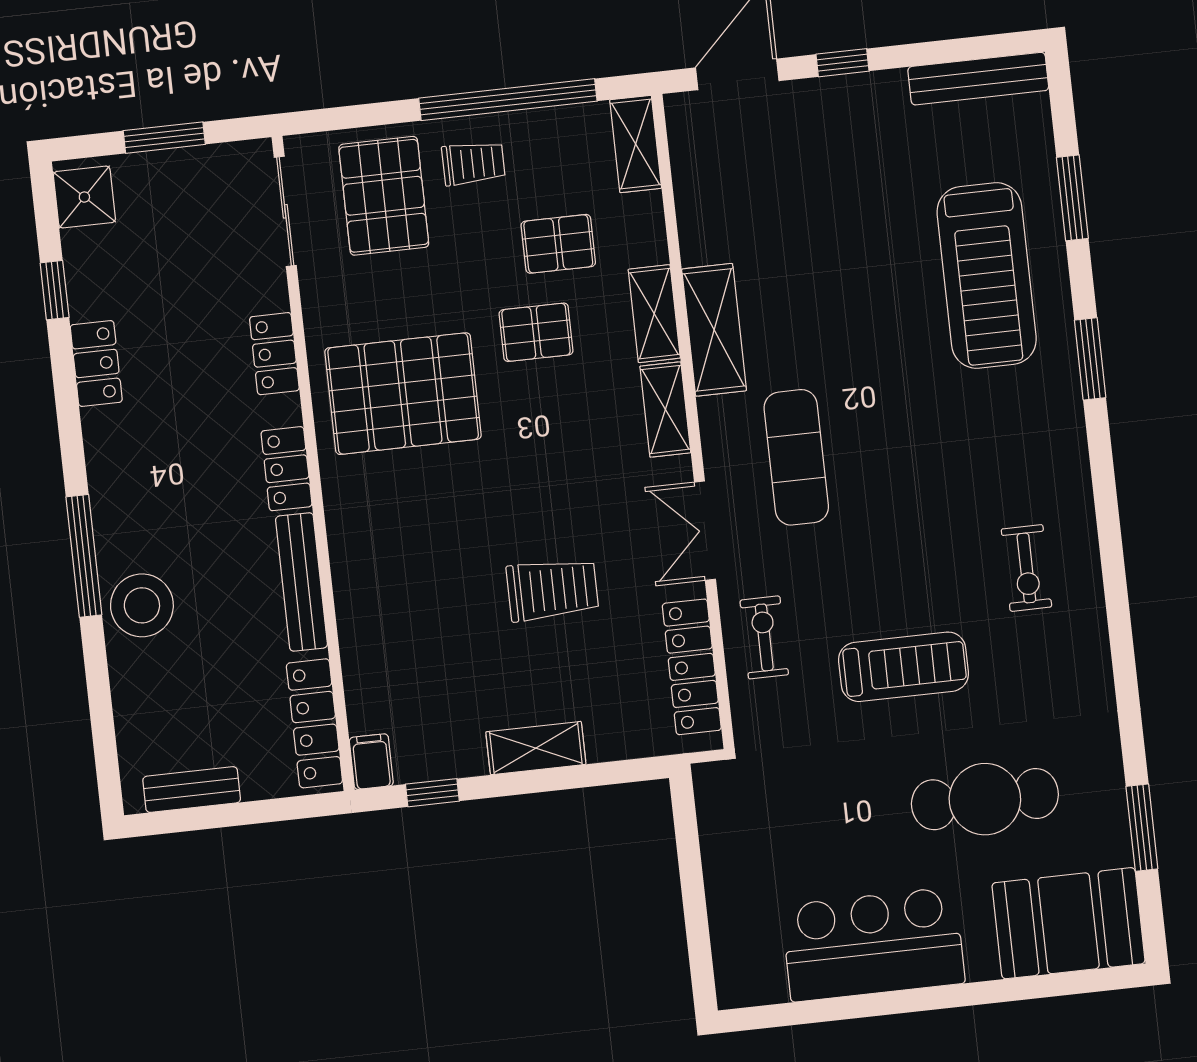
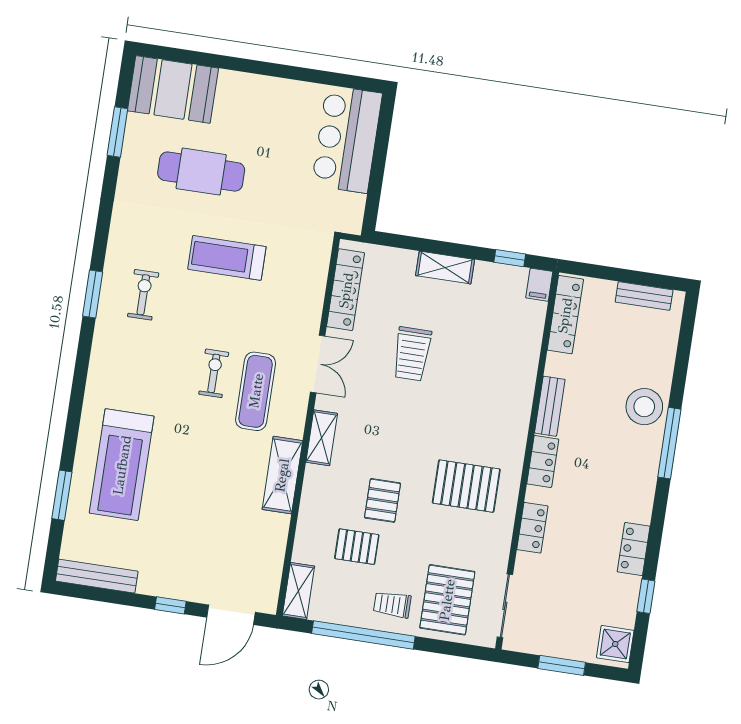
treadmill: (987, 276) -> (122, 465), turned 180
shelving: (654, 314) -> (314, 493), removed
pallet: (536, 332) -> (383, 500), turned 90
window: (1090, 359) -> (93, 294), moved
pallet: (403, 394) -> (466, 486), width x0.73, depth x0.71
bench: (302, 582) -> (550, 406), width x0.73
trolley: (552, 590) -> (412, 354), turned -90
exercise bike: (764, 637) -> (214, 373), moved, turned 180
bar counter: (873, 944) -> (347, 139), moved, turned 90

